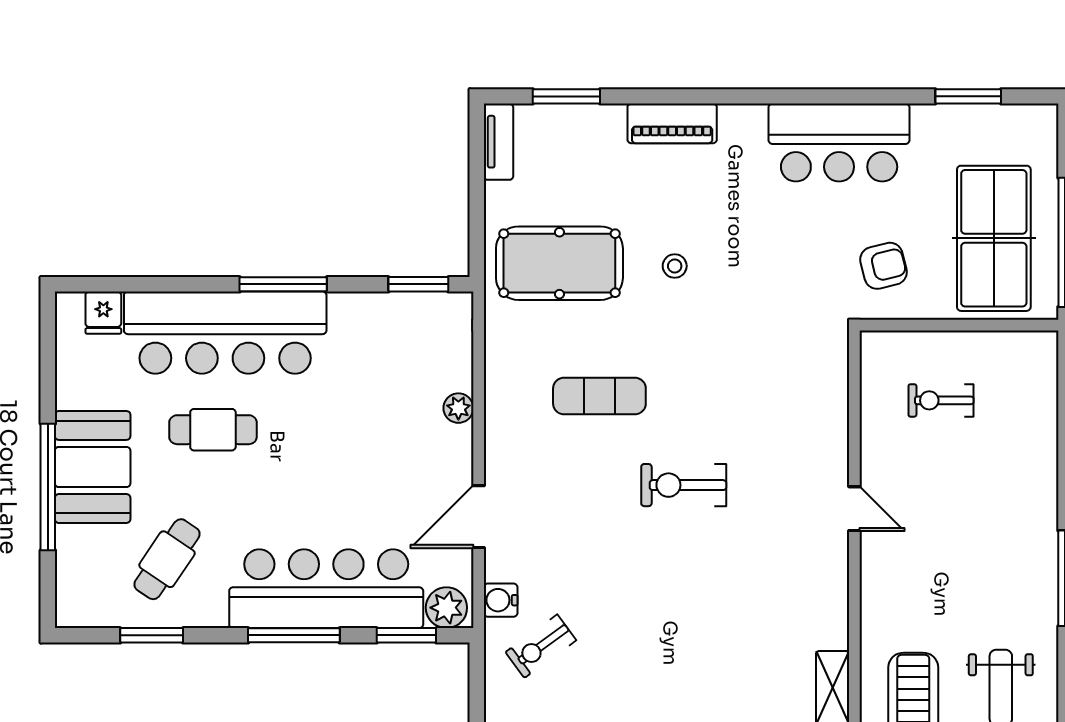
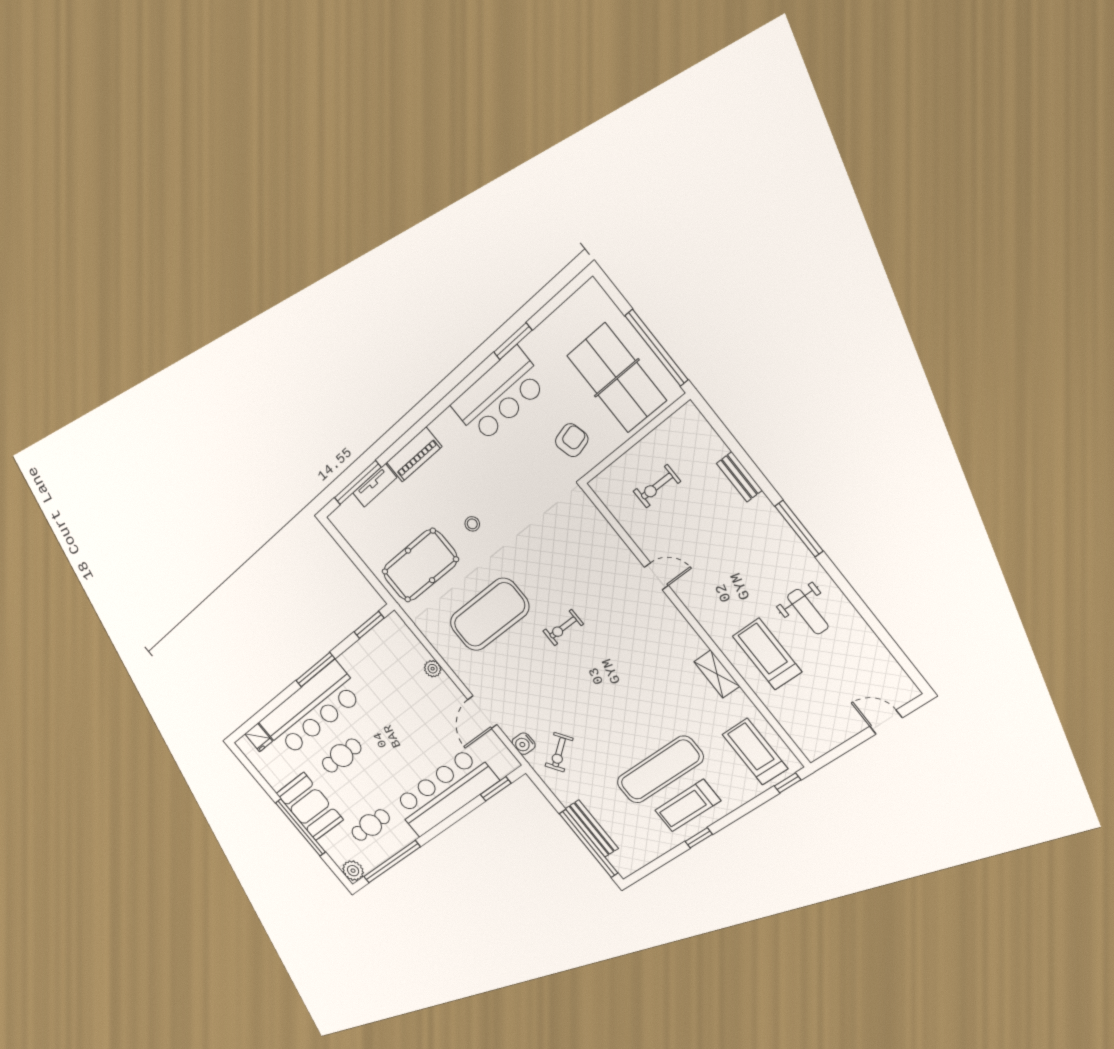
window: (566, 96) -> (358, 483), width x1.44
window: (968, 96) -> (513, 341), moved
tv unit: (499, 142) -> (375, 485), moved, turned 90
exercise mat: (599, 396) -> (489, 615), width x2.00, depth x1.45
bench: (1044, 465) -> (739, 477), added
exercise bike: (684, 485) -> (563, 628), width x0.73, depth x0.72
cafe table: (167, 559) -> (371, 825), turned 56
plant: (446, 608) -> (353, 871), moved
window: (152, 635) -> (392, 862), width x2.11
window: (294, 635) -> (448, 822), removed

